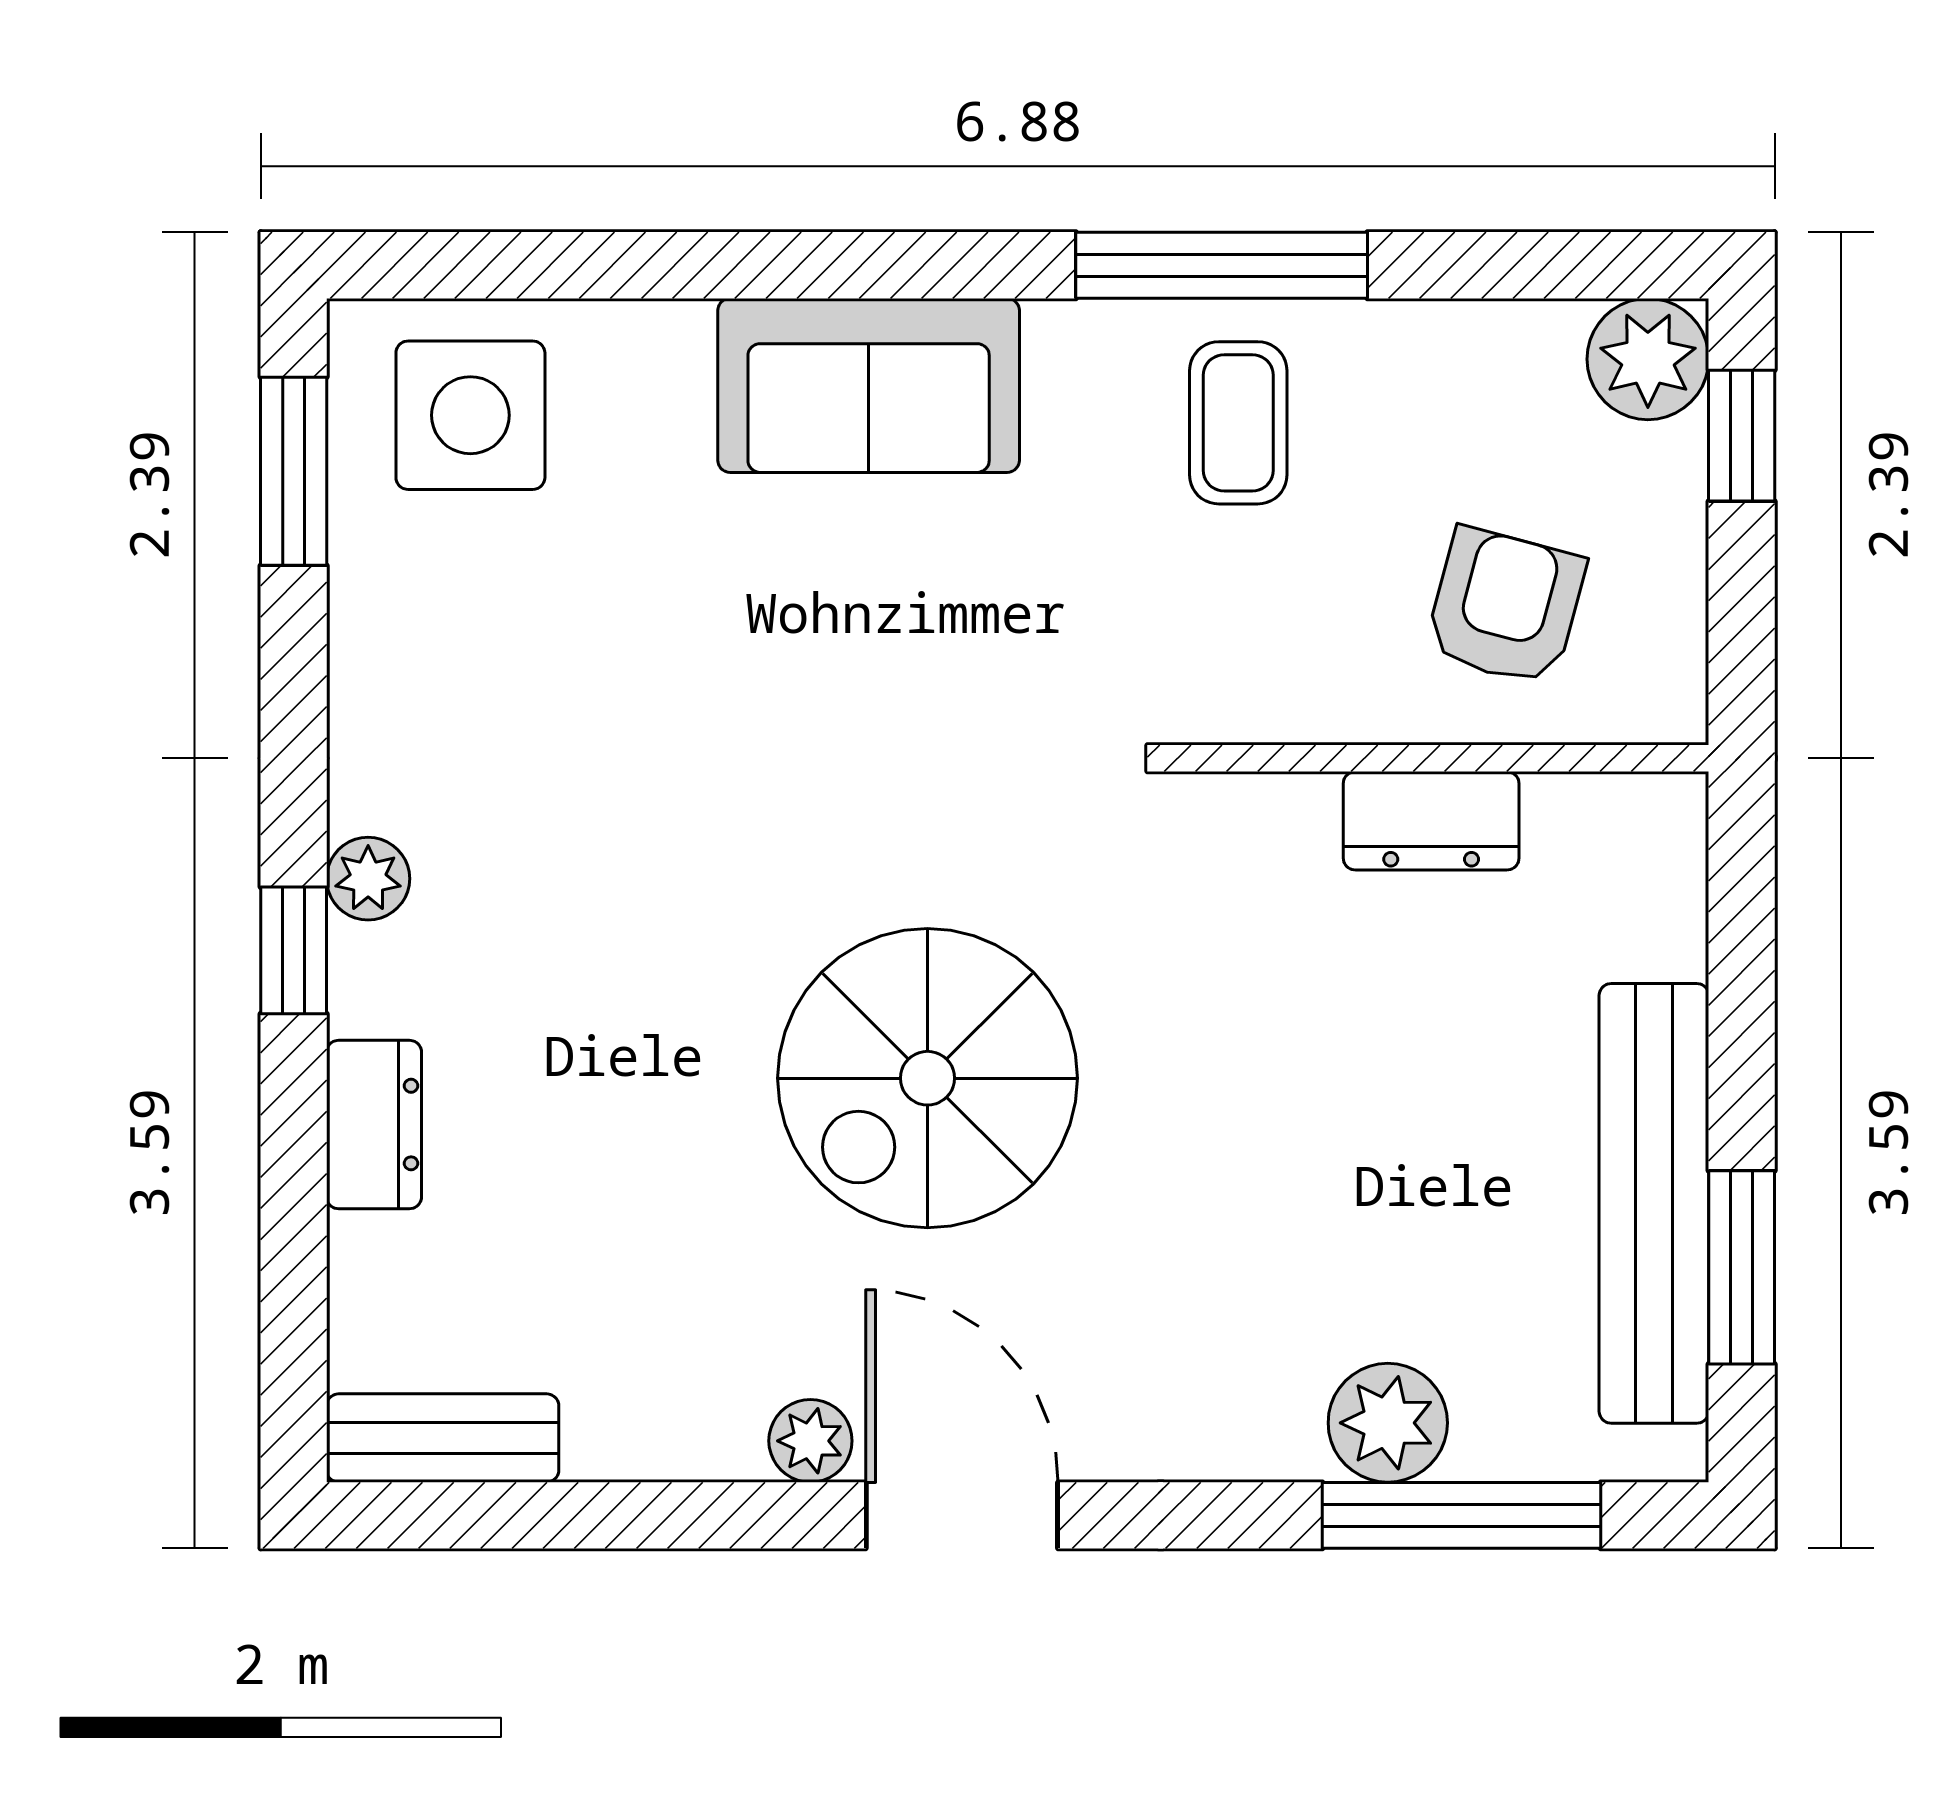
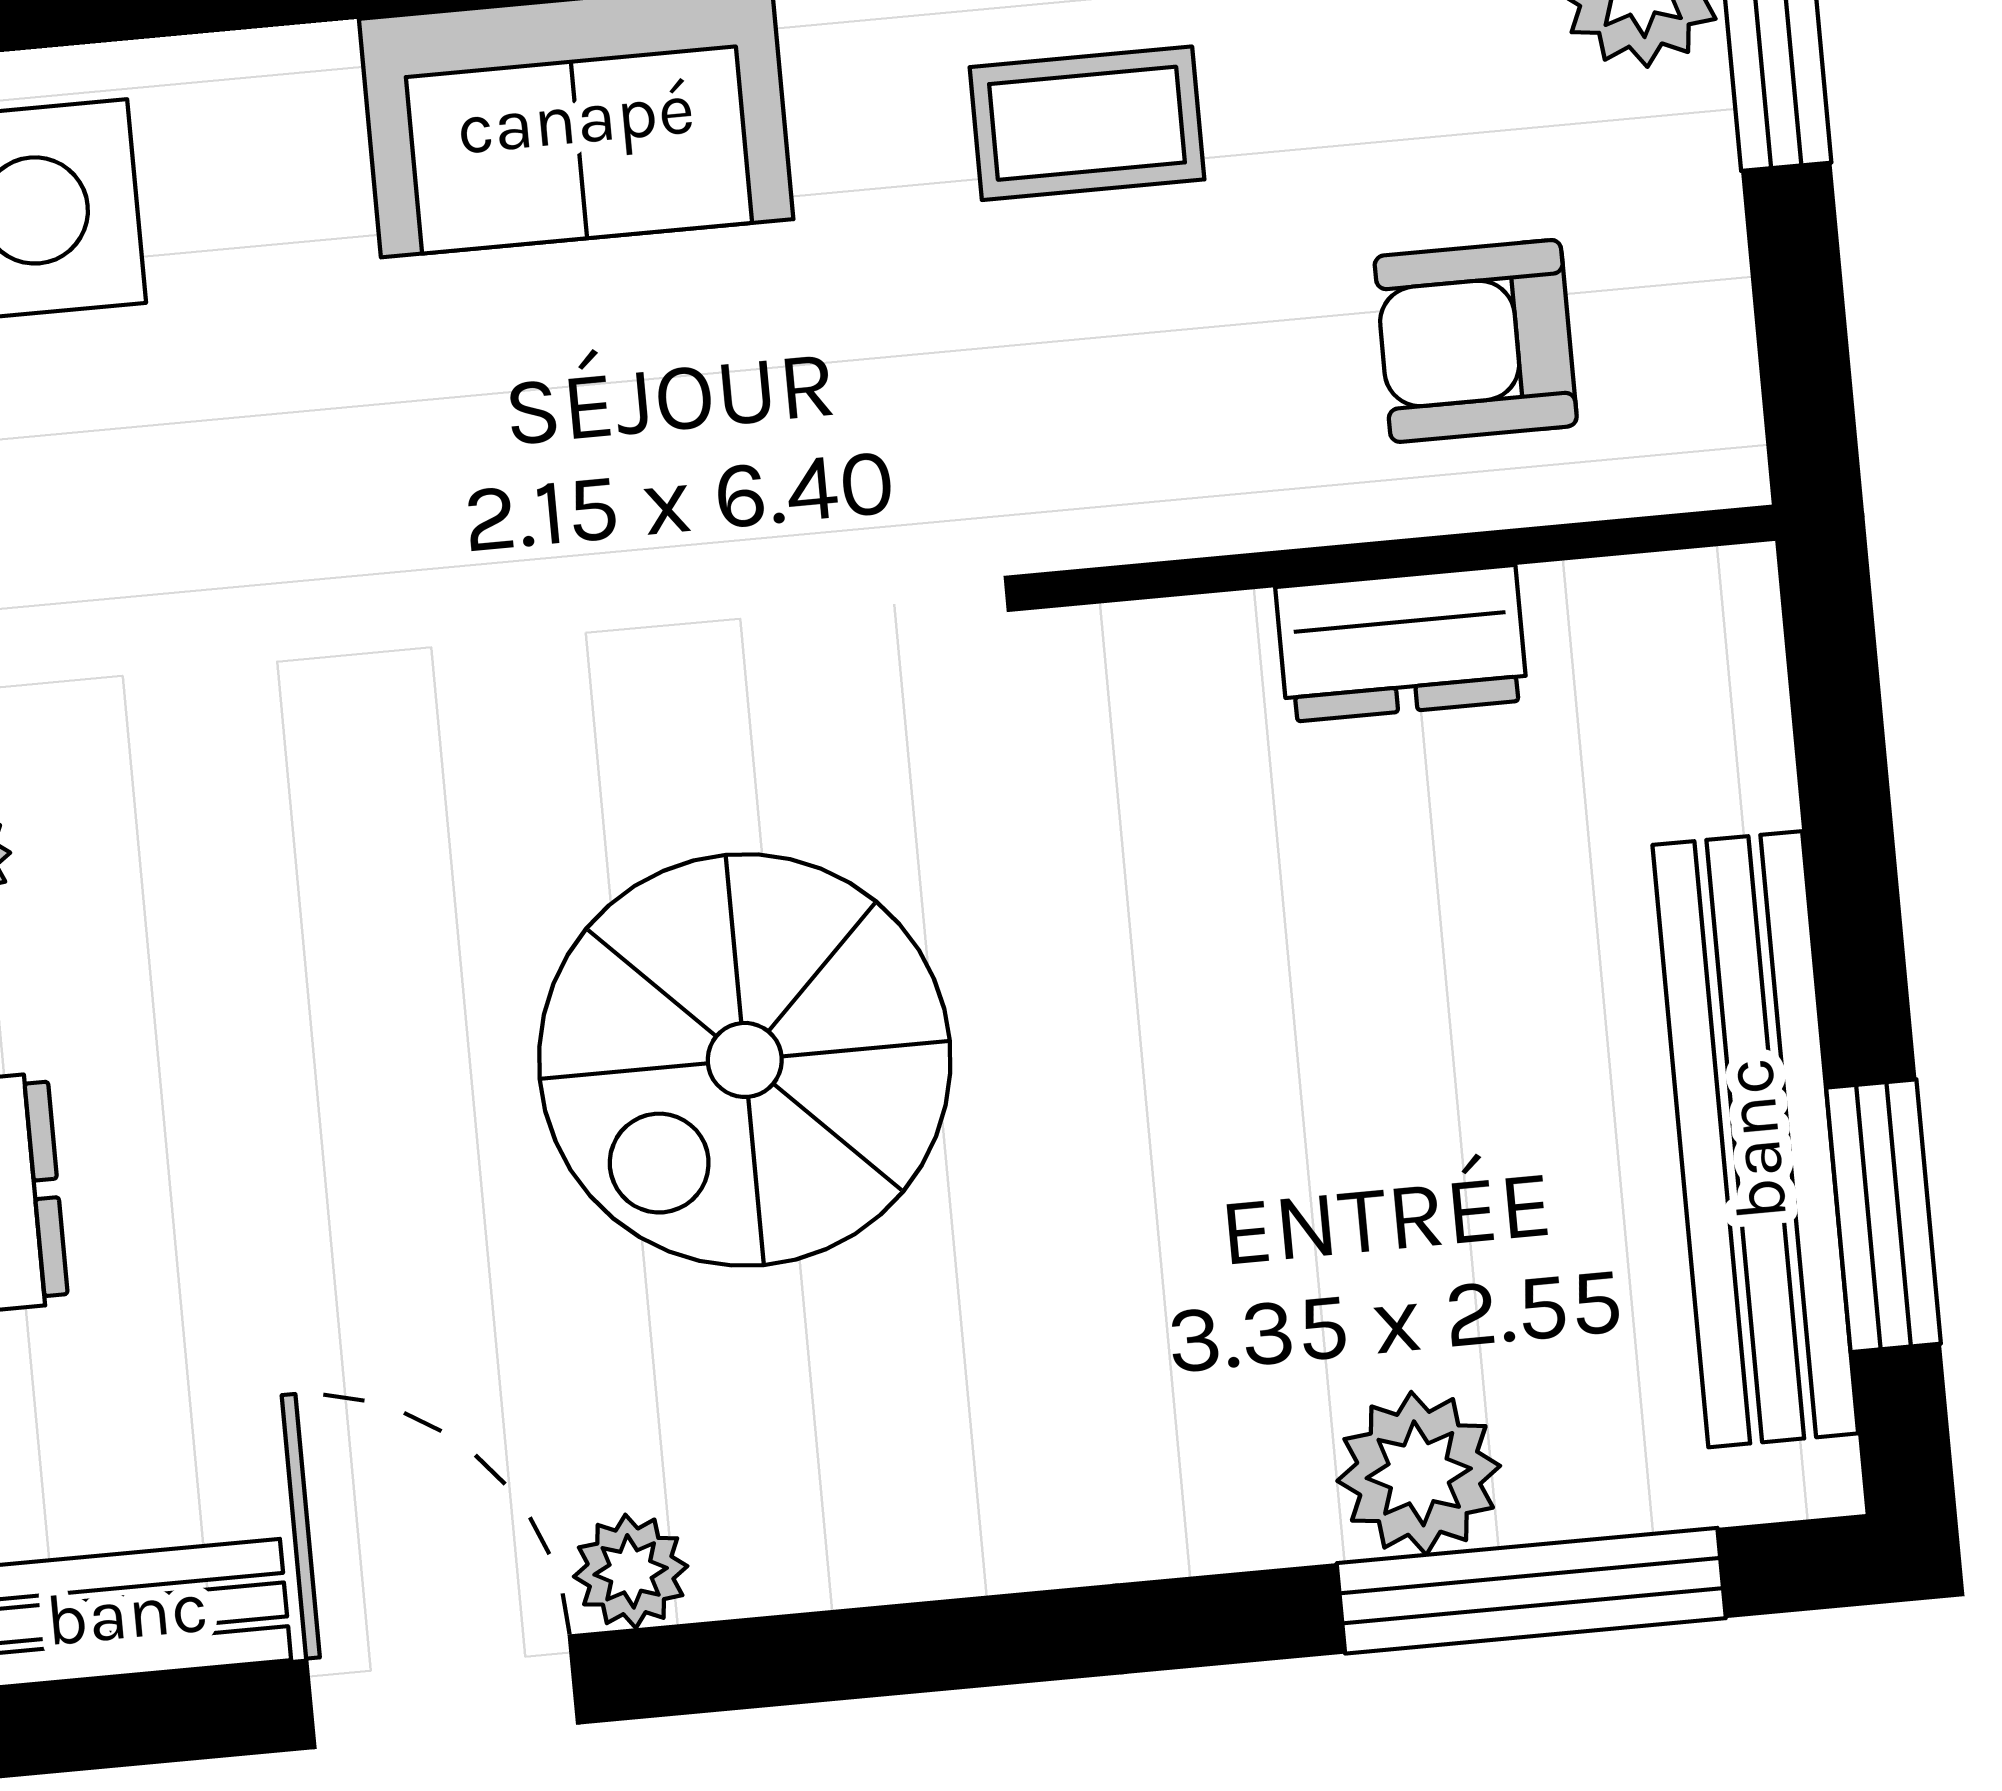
coffee table: (1238, 423) -> (1087, 123), turned 90
armchair: (1505, 607) -> (1476, 341), turned -105
door: (962, 1515) -> (442, 1692), moved

